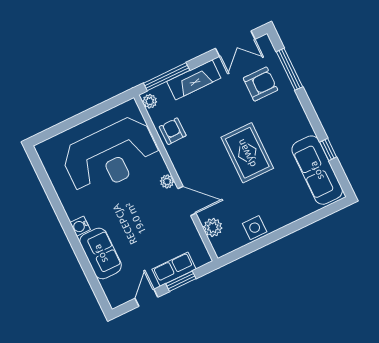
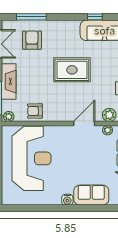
plant: (167, 181) -> (108, 130), moved

